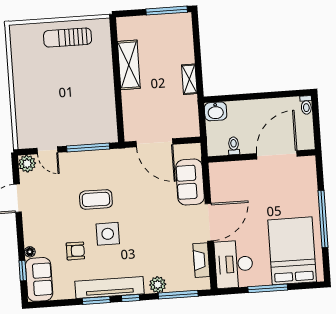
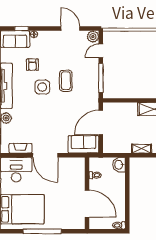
sofa: (190, 182) -> (83, 144), moved

